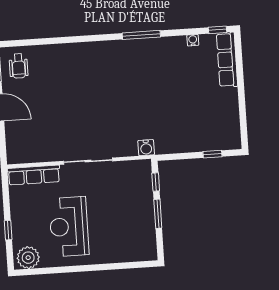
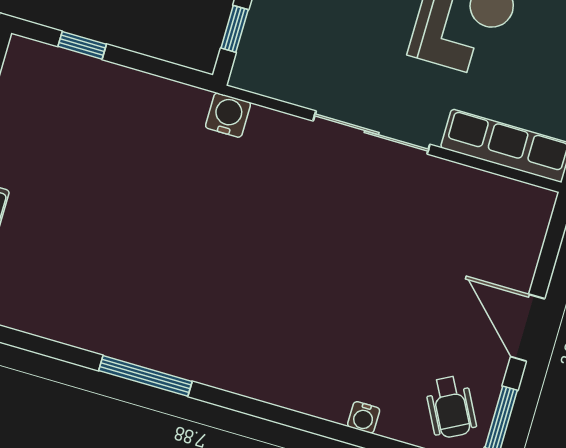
water cooler: (193, 40) -> (364, 417), moved
wheelchair: (19, 66) -> (451, 407), turned 152

